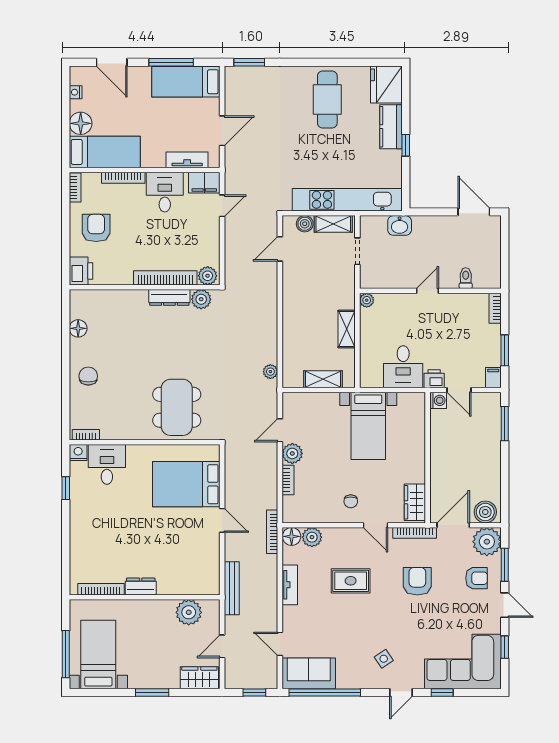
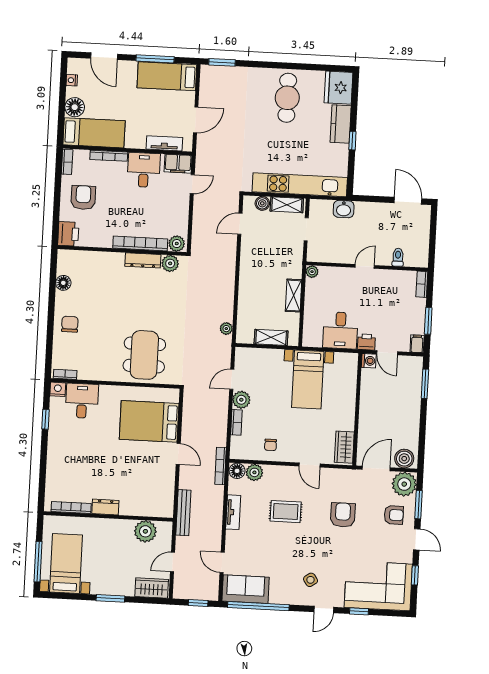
chair: (351, 501) -> (271, 445), moved
bookcase: (415, 533) -> (343, 473), removed

